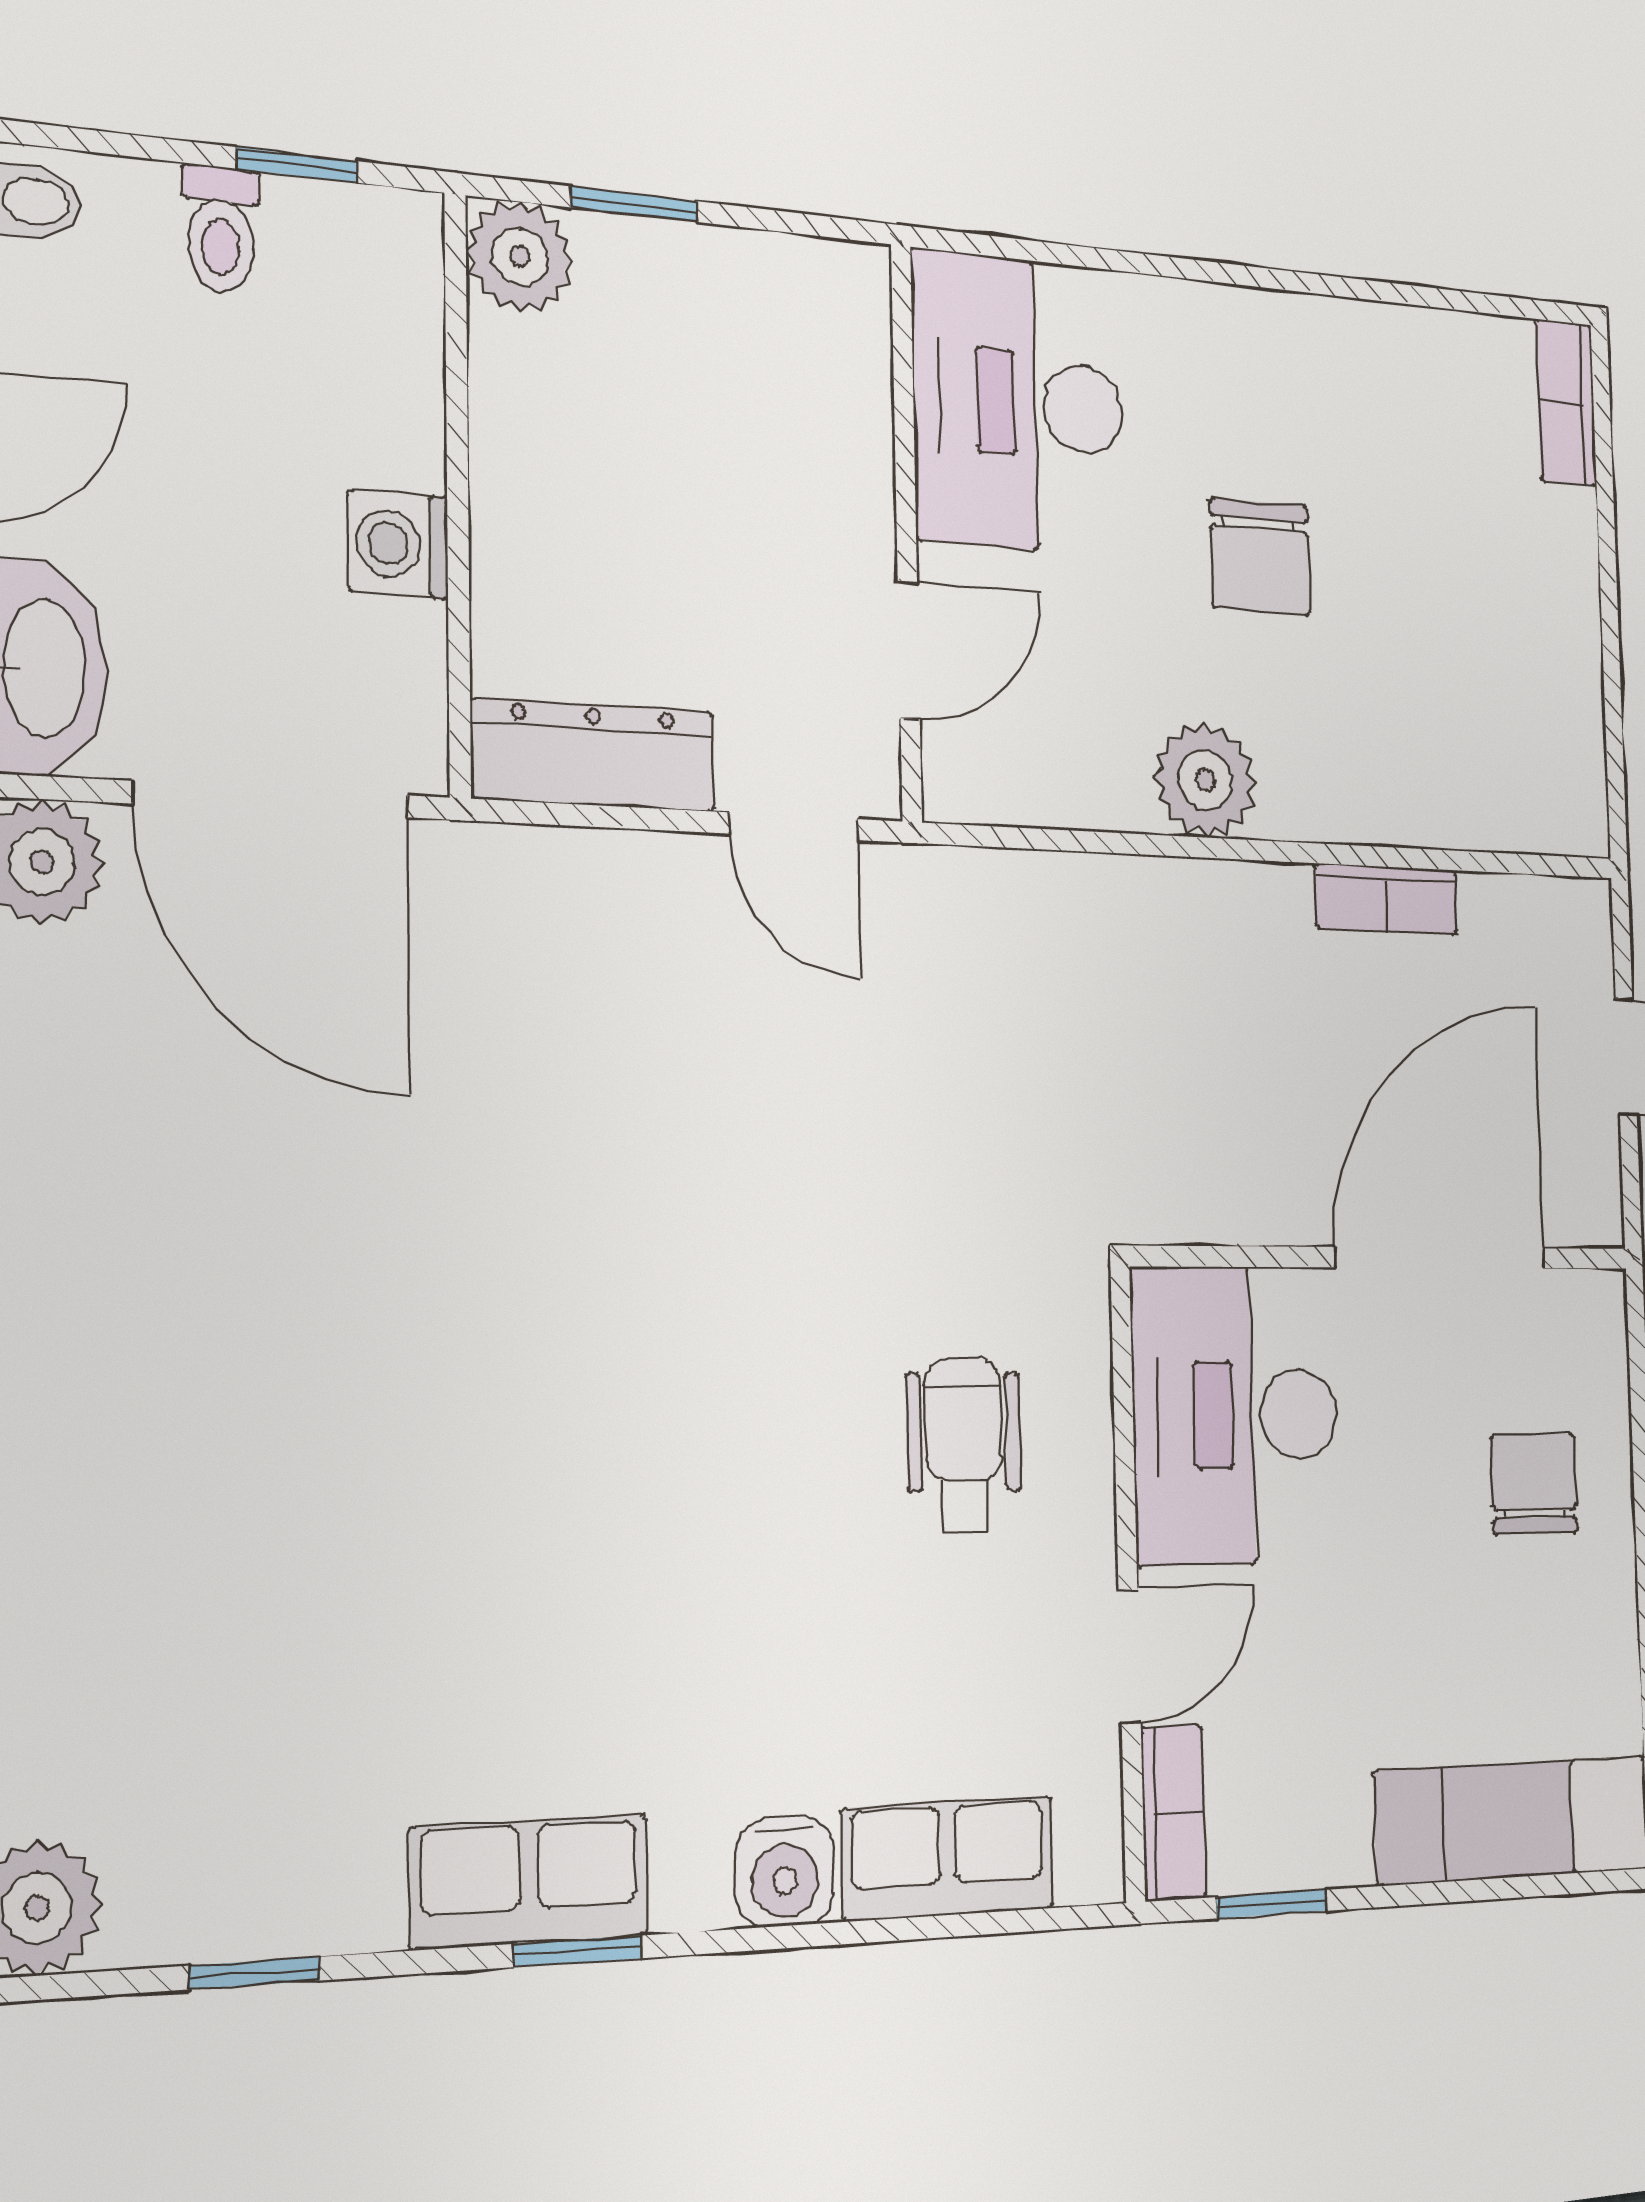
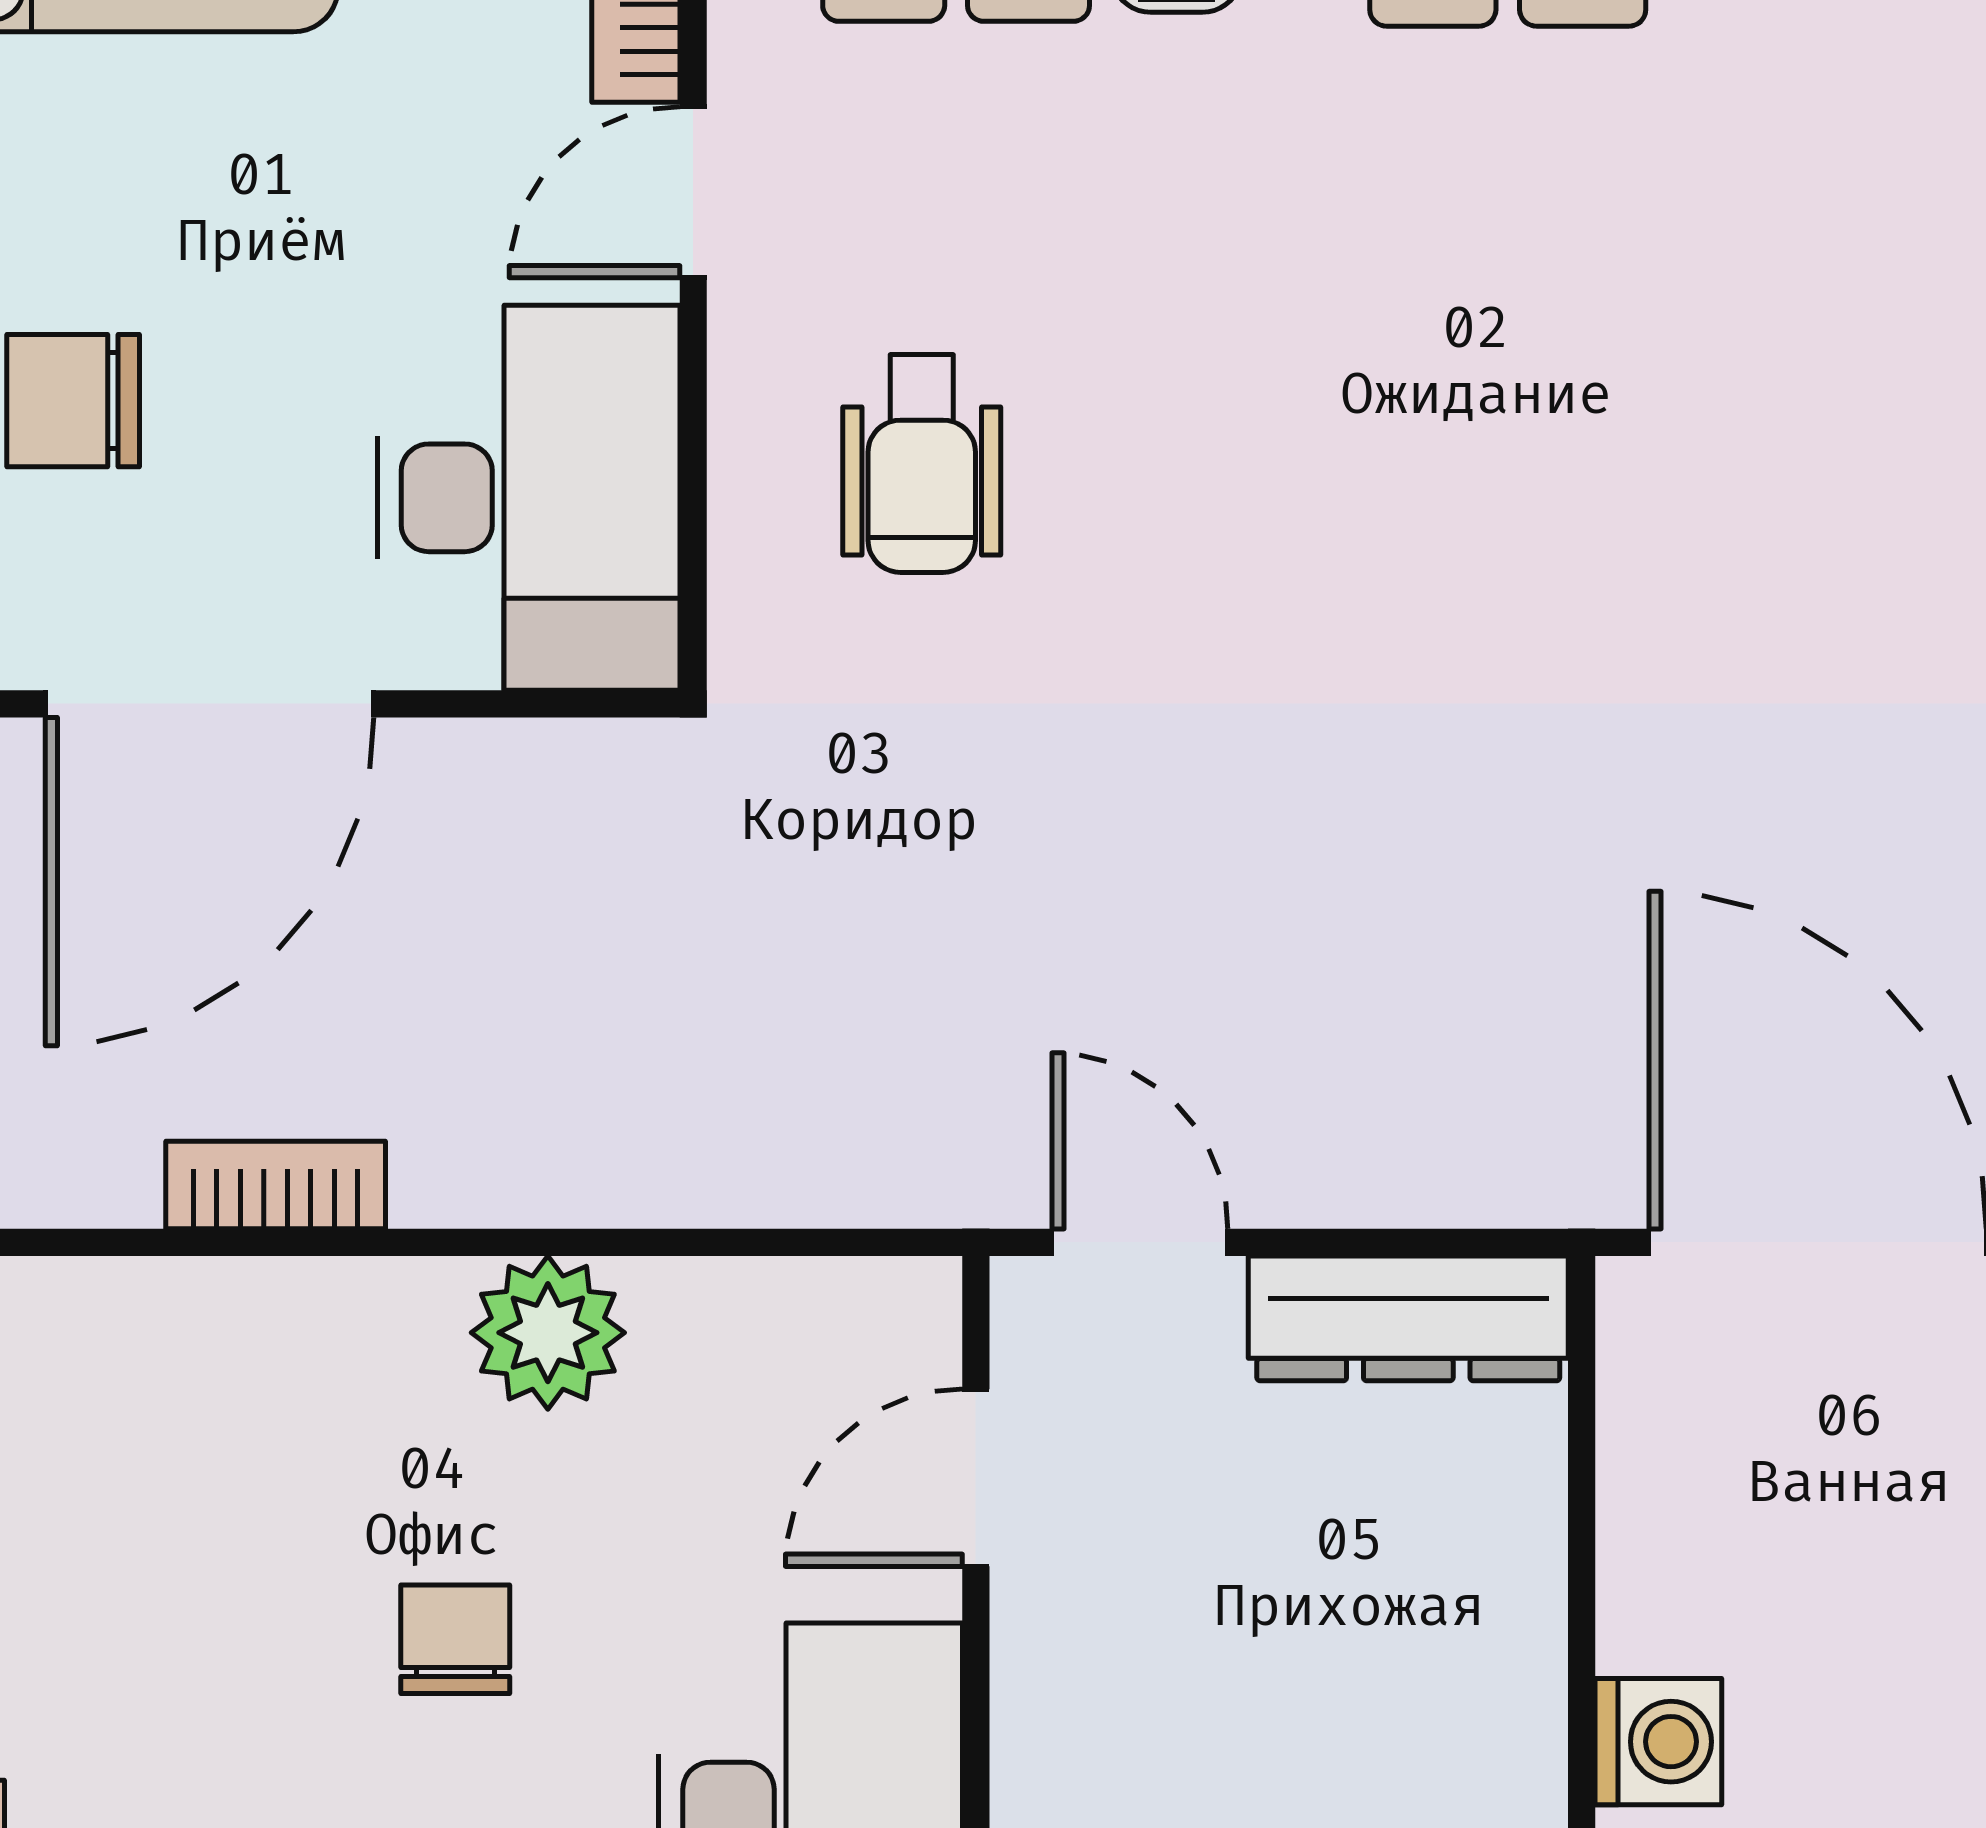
washing machine: (398, 544) -> (1658, 1742), moved
chair: (1260, 557) -> (455, 1639), width x0.73, depth x0.73
chair: (1534, 1484) -> (73, 401), turned 90

